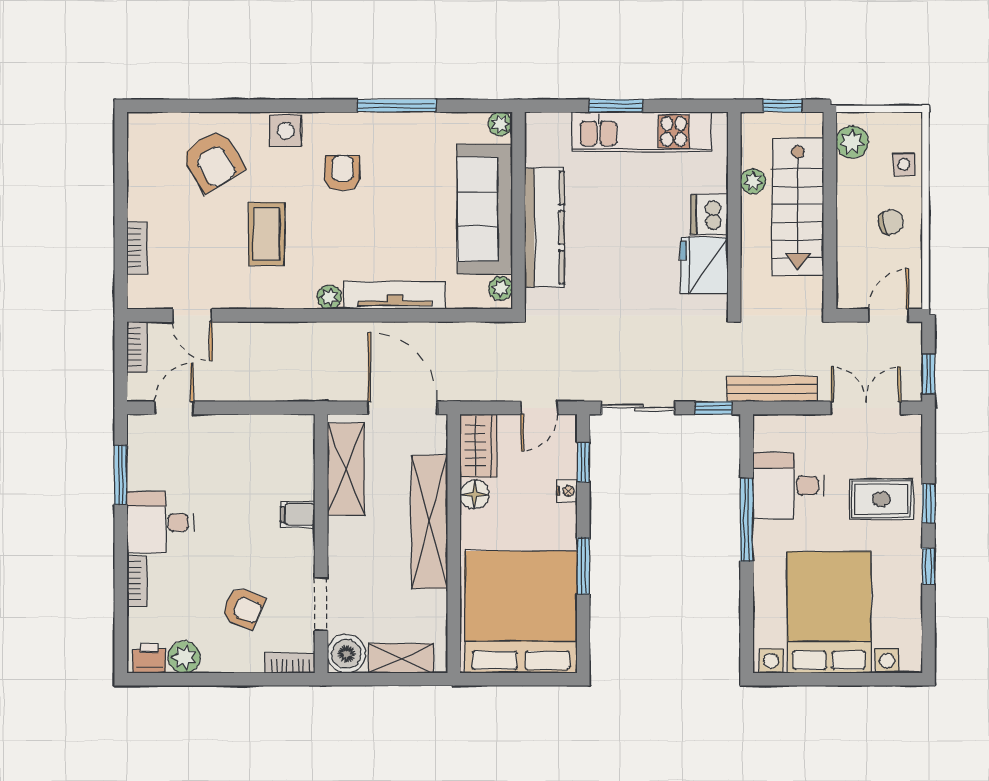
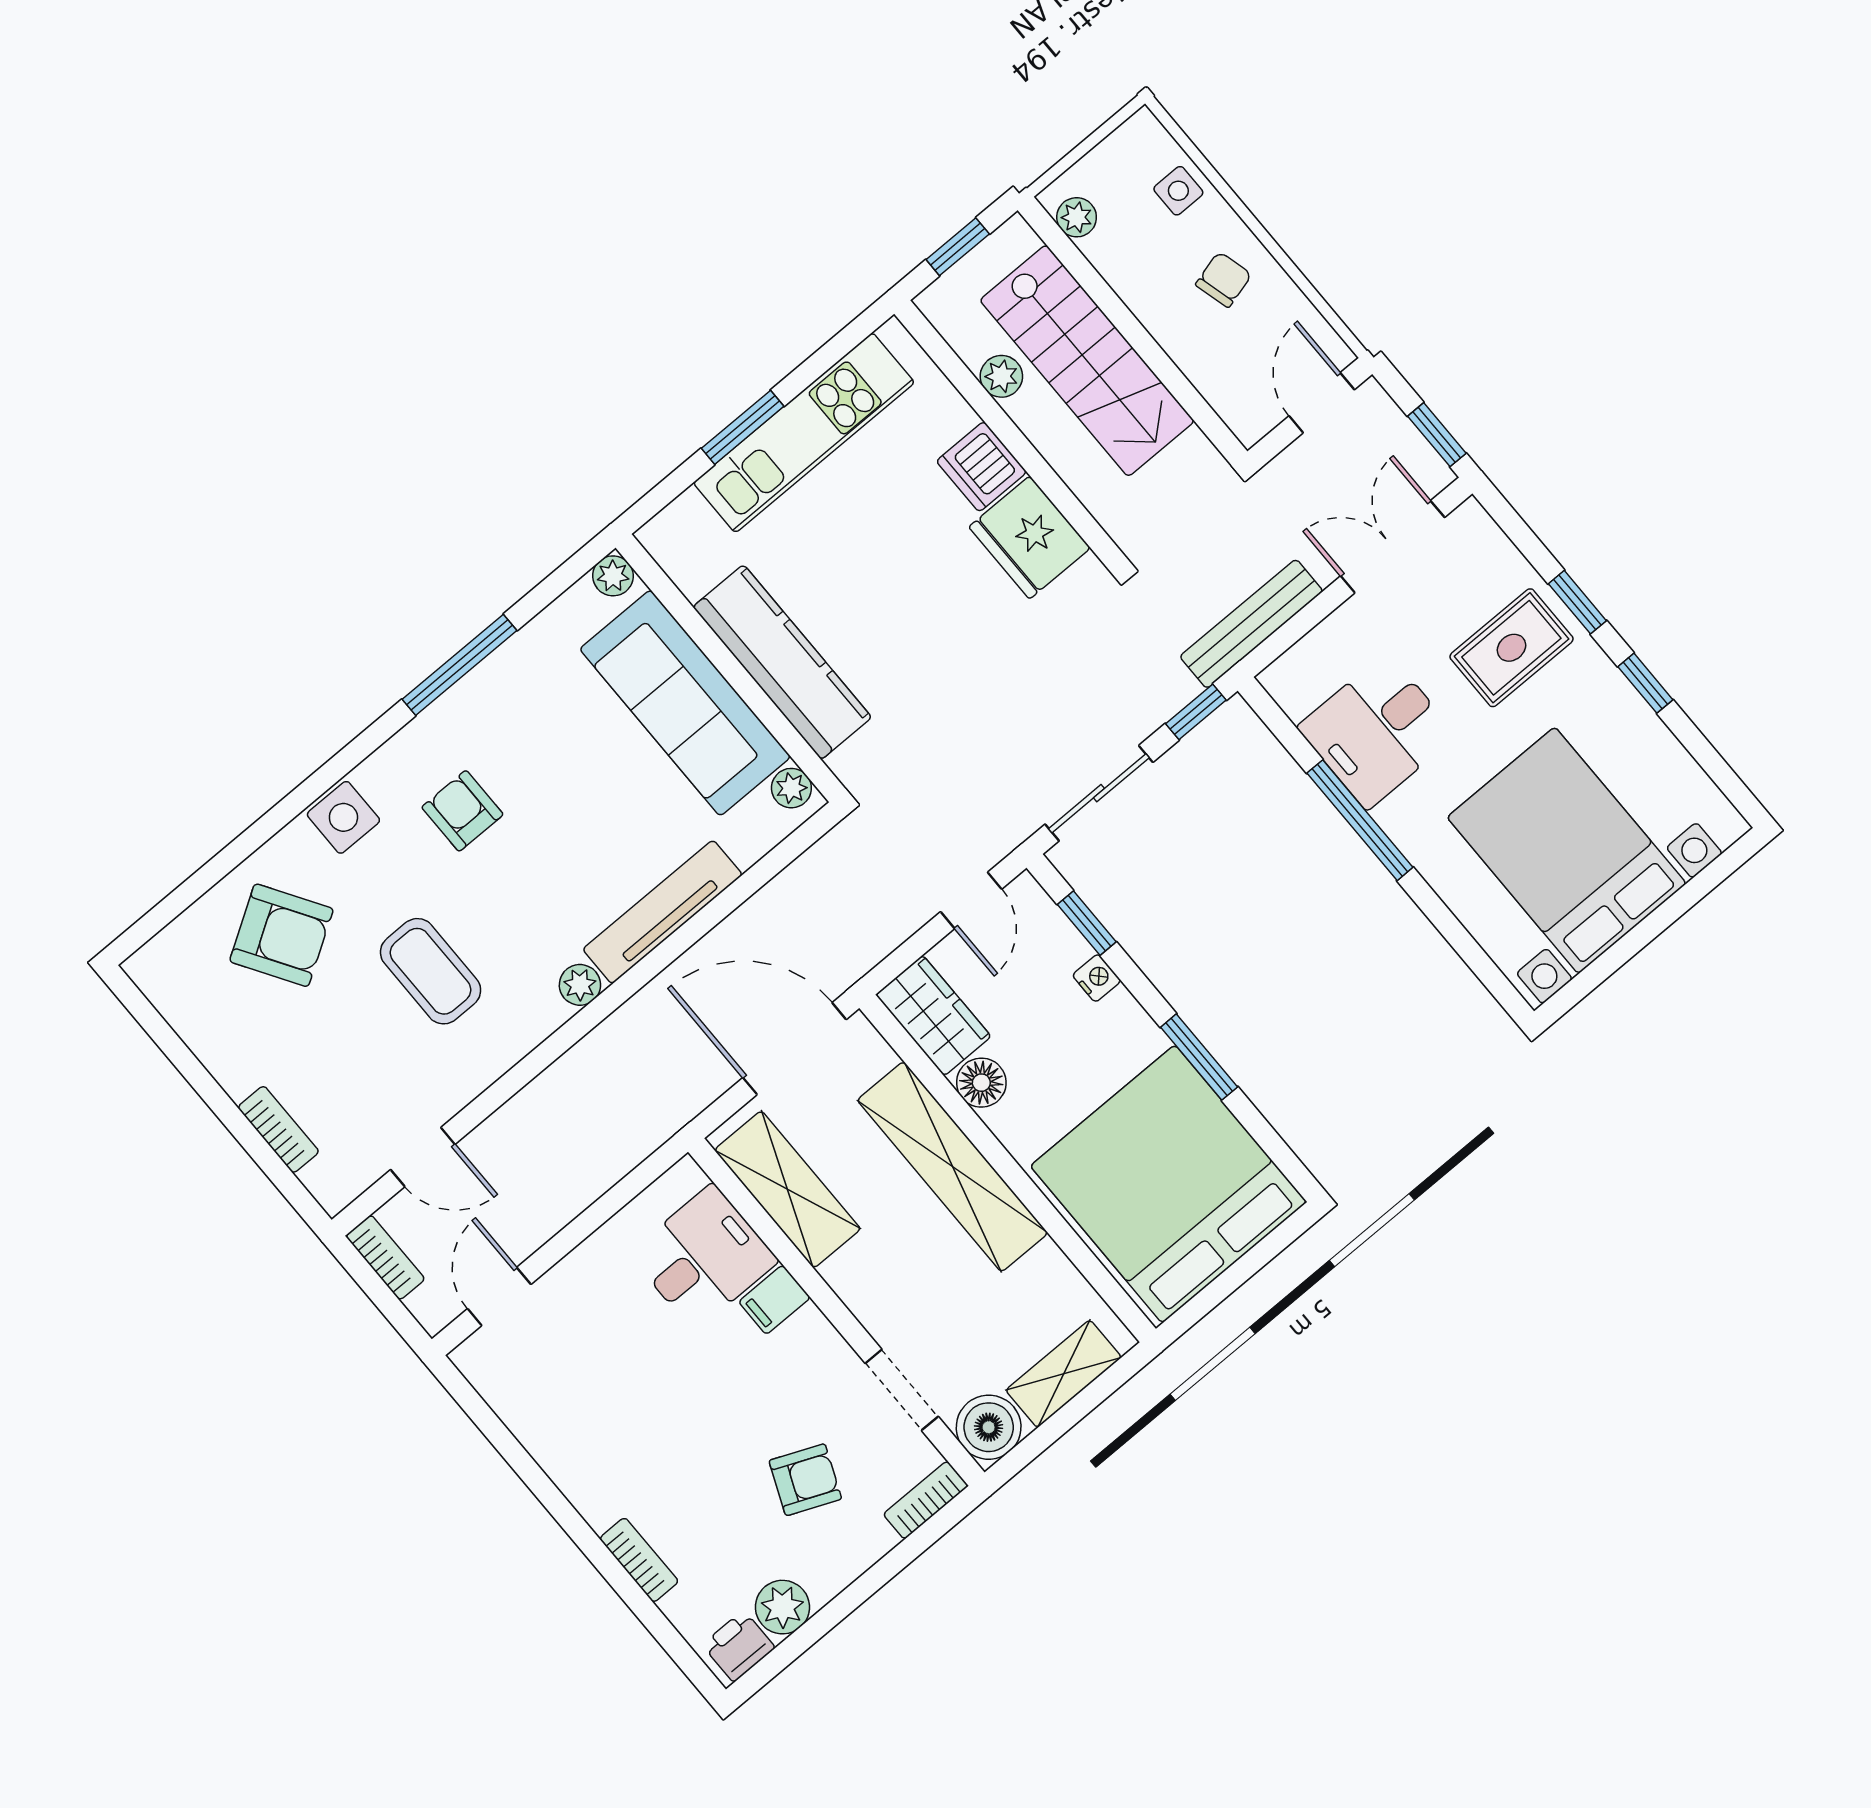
plant: (852, 142) -> (1077, 217), width x0.73, depth x0.73
window: (121, 475) -> (503, 1441), removed
desk: (160, 522) -> (703, 1257), moved, turned 180

